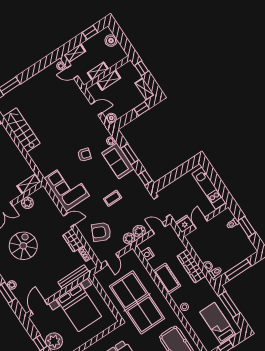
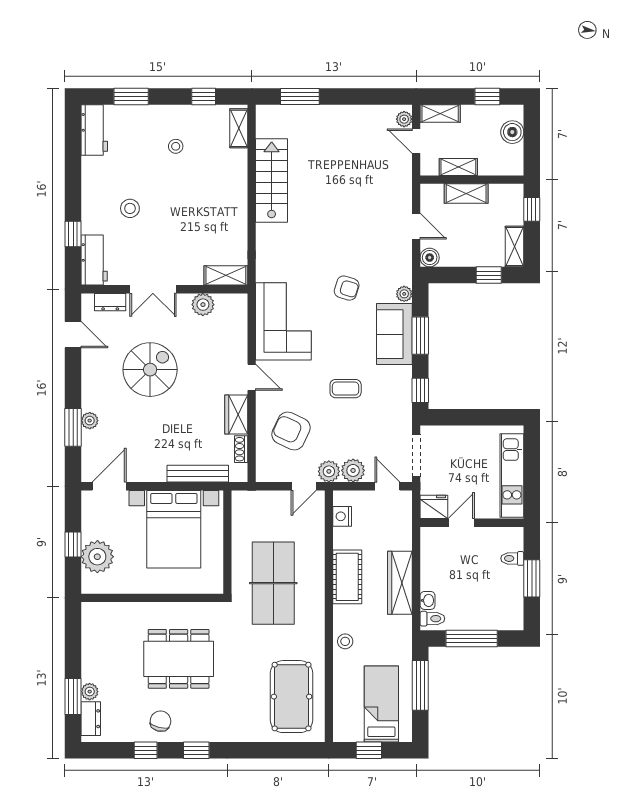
door: (112, 259) -> (304, 486), moved
table tennis table: (137, 302) -> (273, 583), width x0.73, depth x0.76

